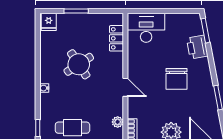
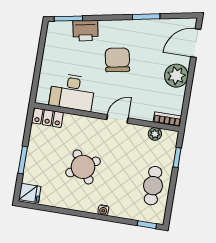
desk: (146, 28) -> (72, 92), moved, turned -90
locker: (116, 38) -> (48, 118), moved
chair: (177, 79) -> (117, 60), turned -101

